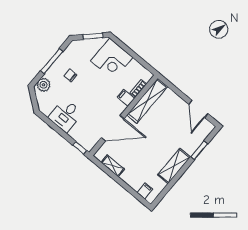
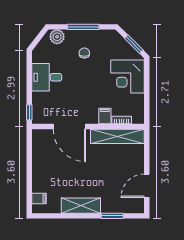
shelving: (113, 166) -> (37, 153), removed

